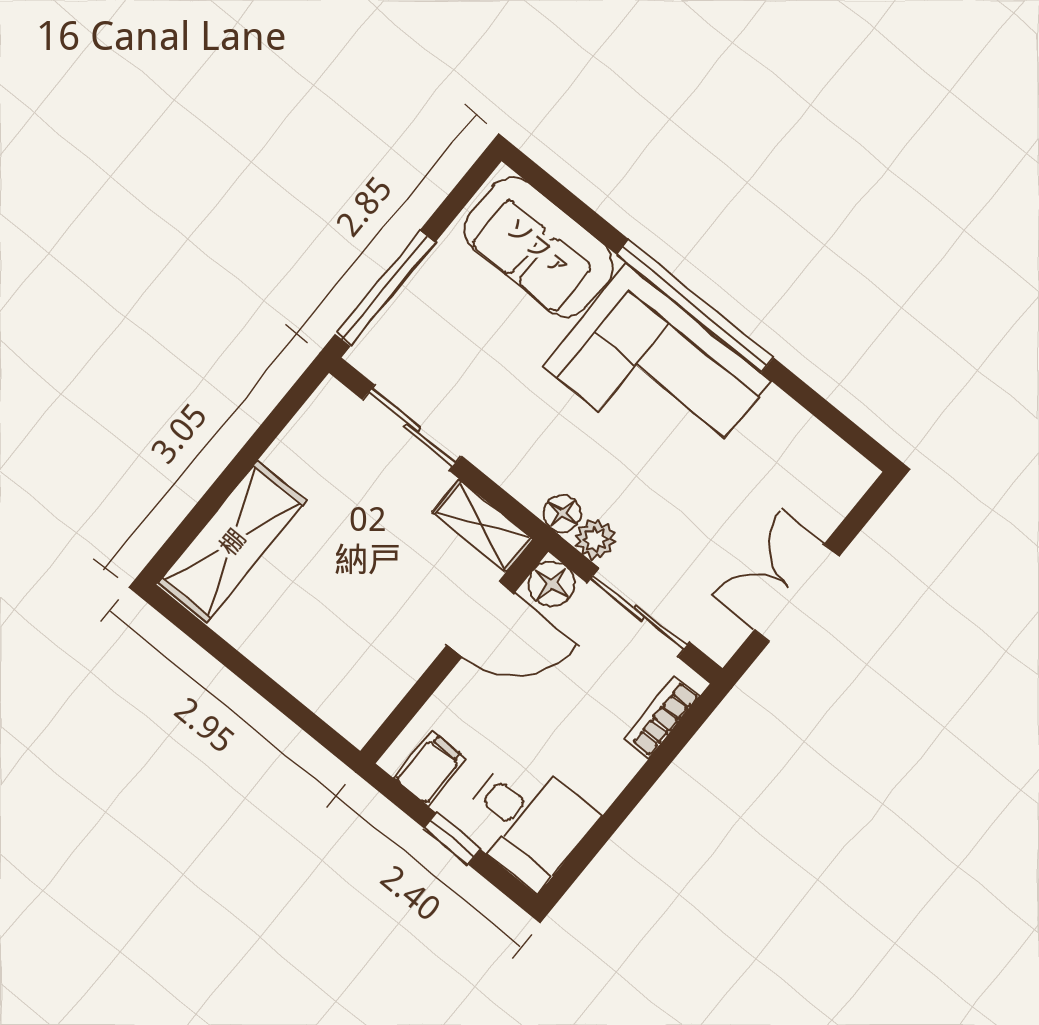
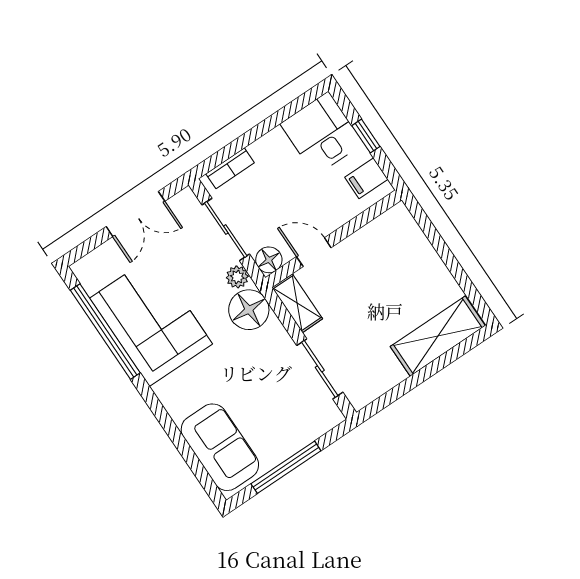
window: (385, 288) -> (286, 467), moved
window: (695, 306) -> (105, 332), moved
corner sofa: (657, 373) -> (151, 321), moved
floor lamp: (562, 514) -> (249, 310), width x1.89, depth x1.89
door: (481, 619) -> (314, 252), width x0.73

